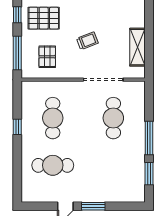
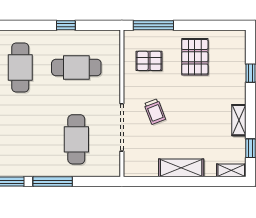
window: (17, 15) -> (199, 25), removed
trolley: (87, 41) -> (155, 111), moved
shelving: (137, 47) -> (181, 168), moved
cafe table: (113, 118) -> (76, 139), turned 90

